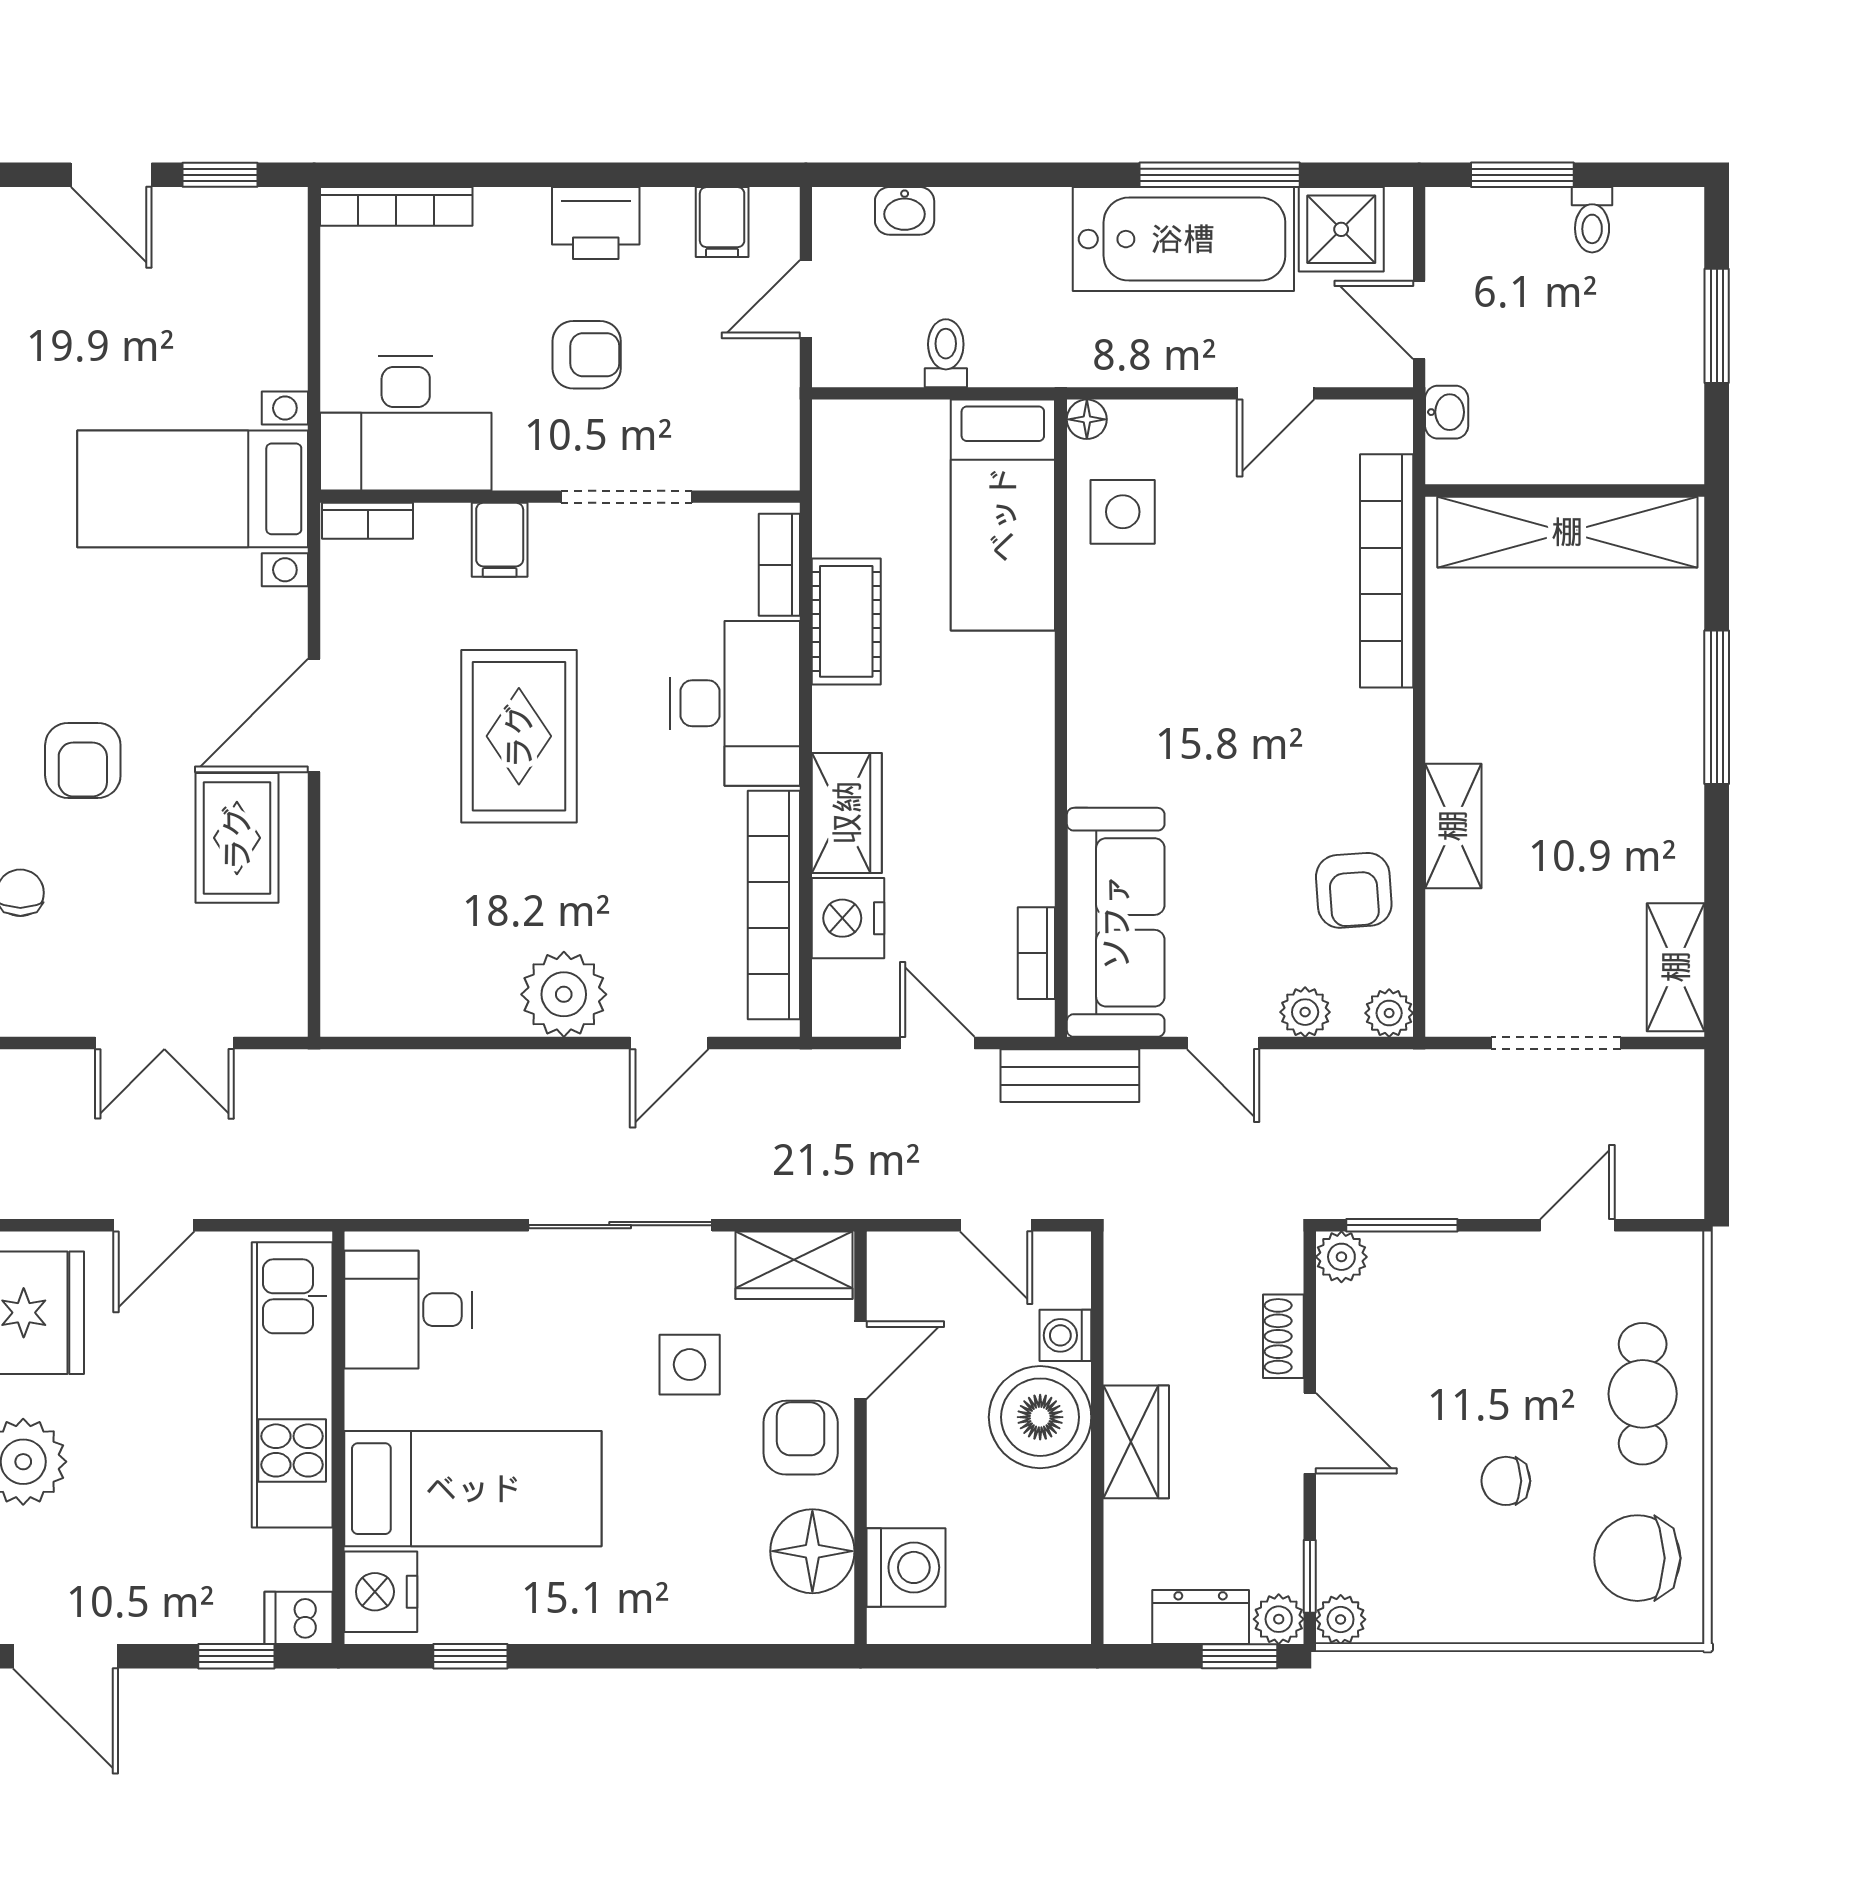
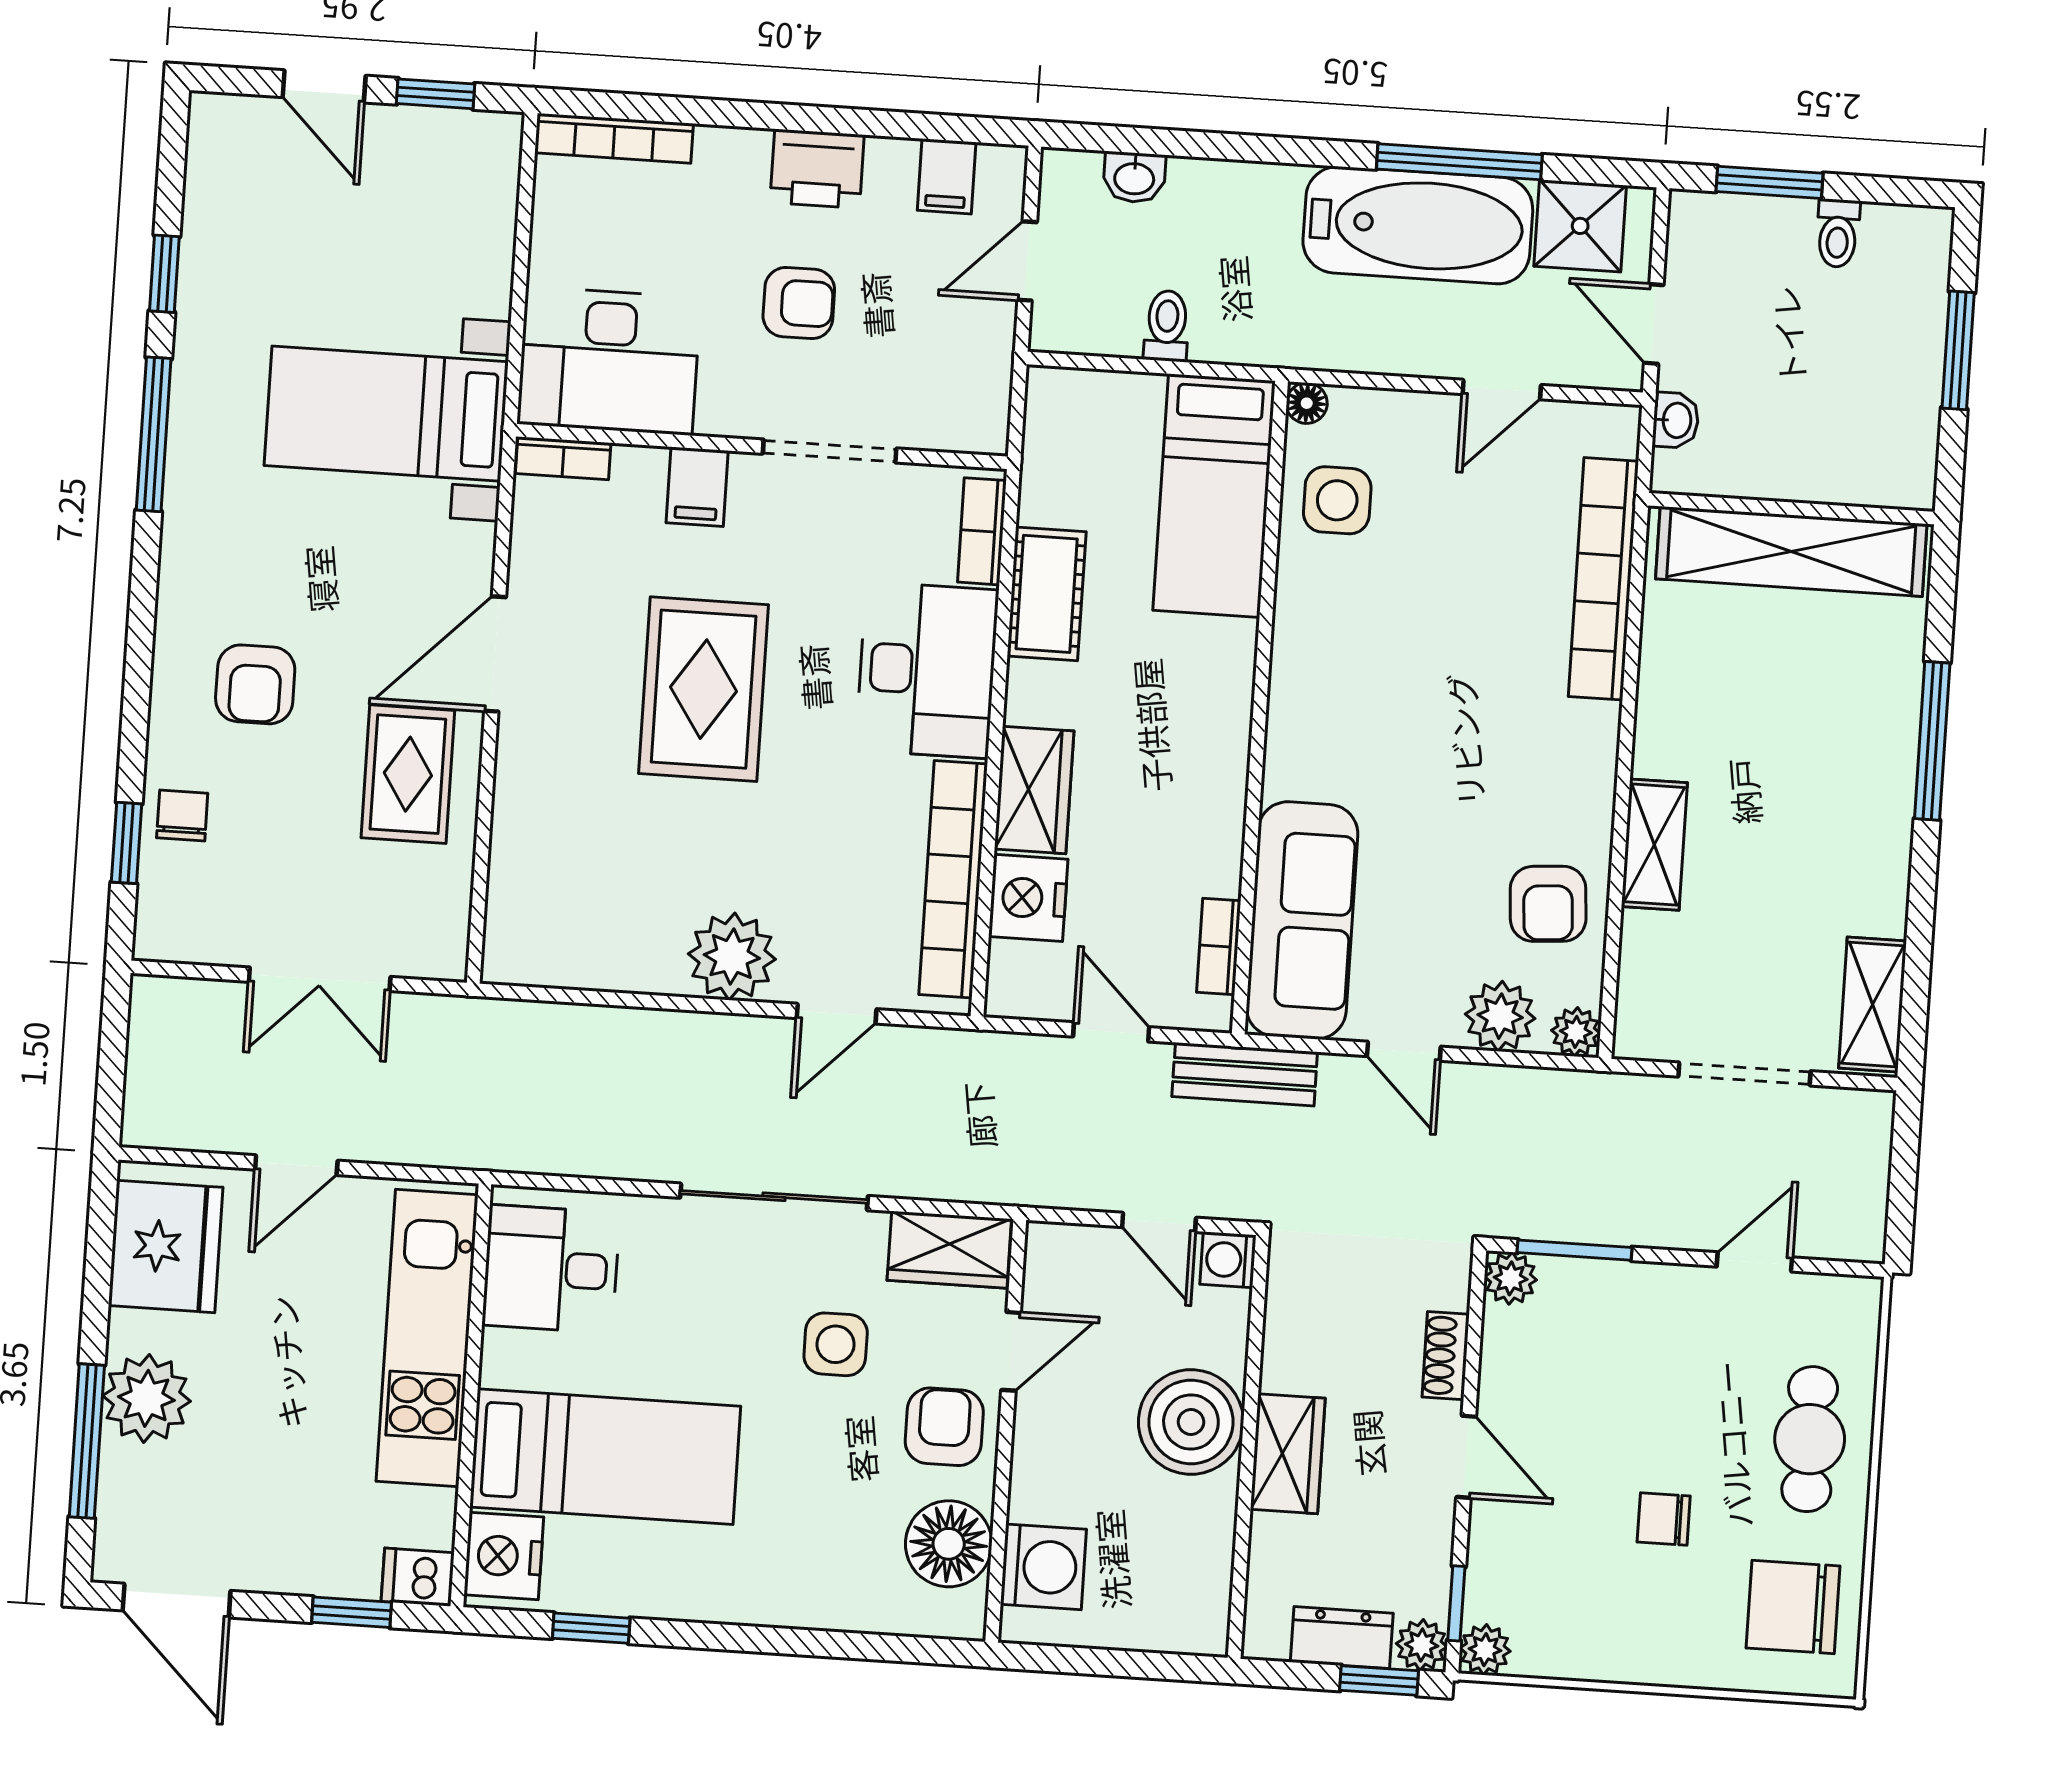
plant: (1305, 1012) -> (1500, 1016), width x1.38, depth x1.38
washing machine: (1065, 1335) -> (1228, 1260), moved

